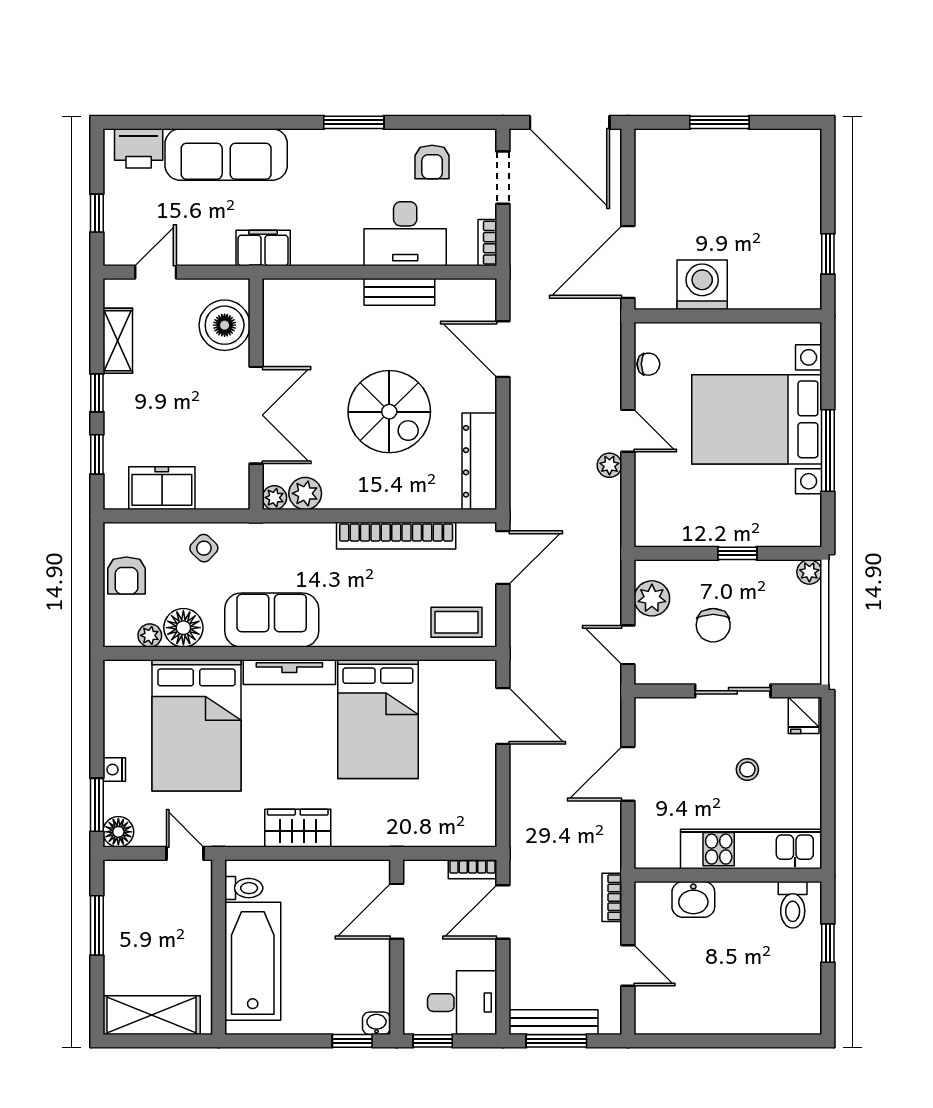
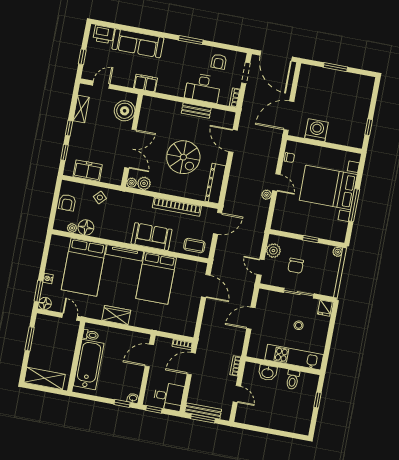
sofa: (272, 620) -> (151, 237), moved
toilet: (793, 905) -> (293, 380), moved

